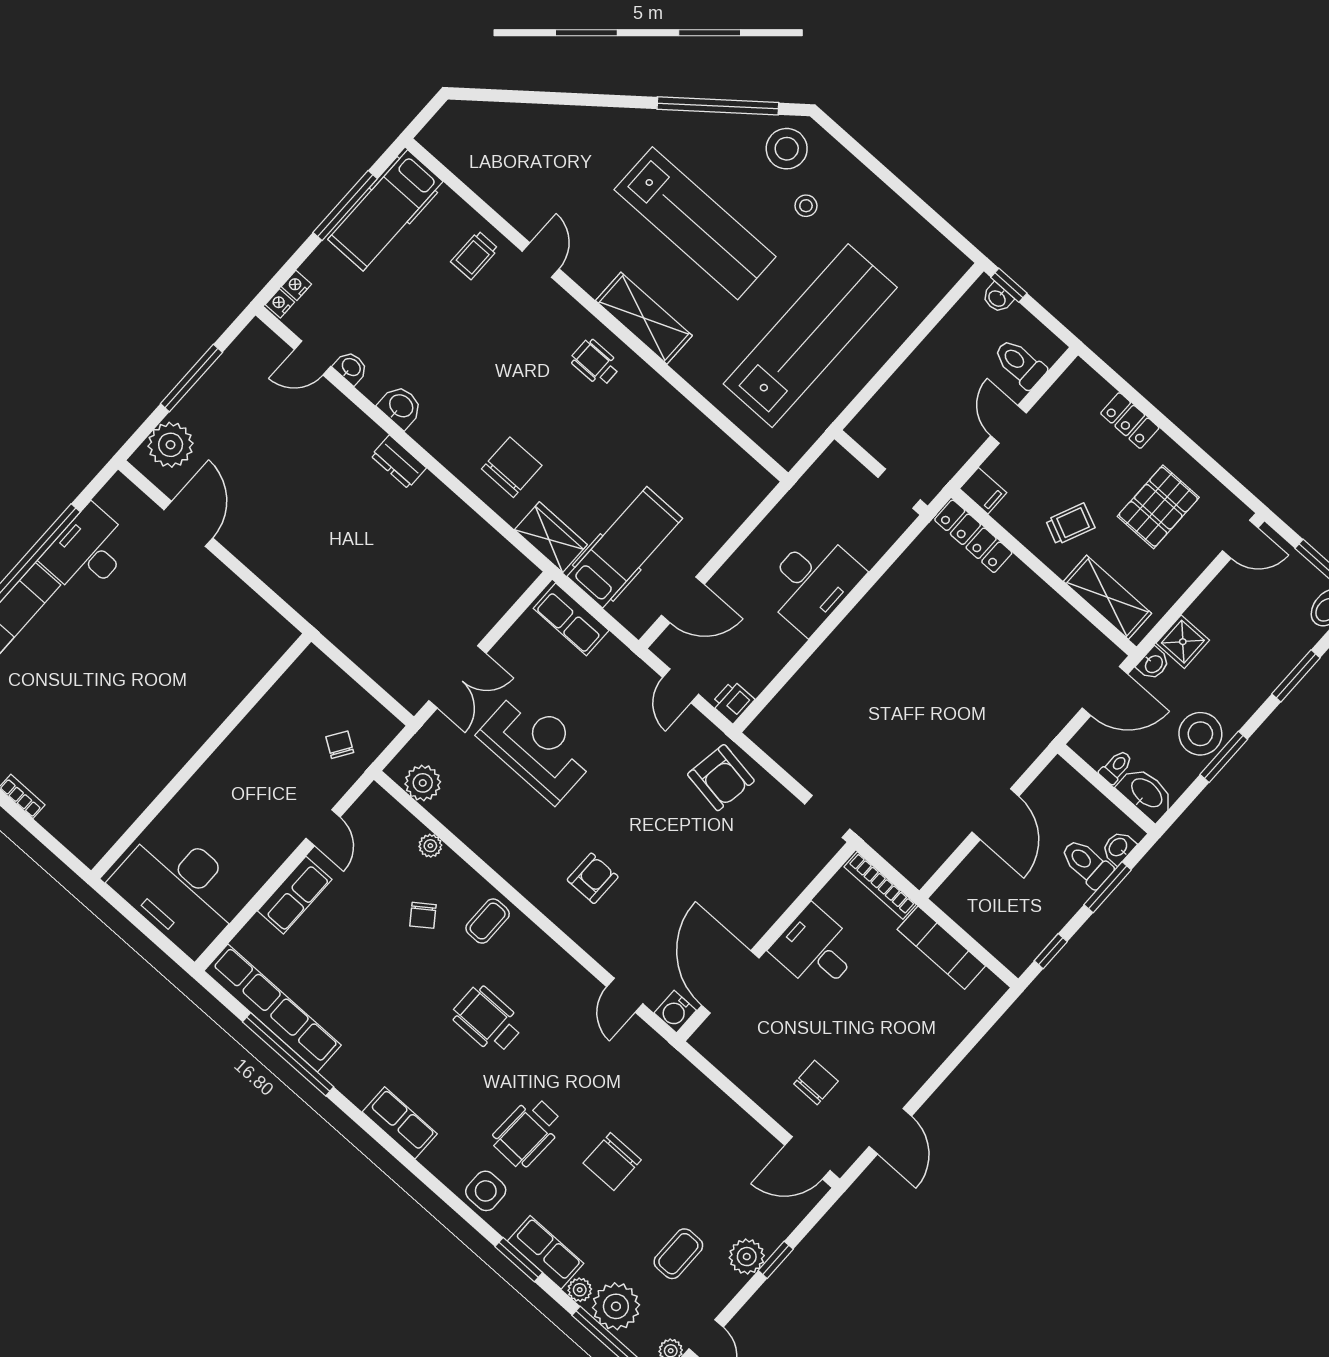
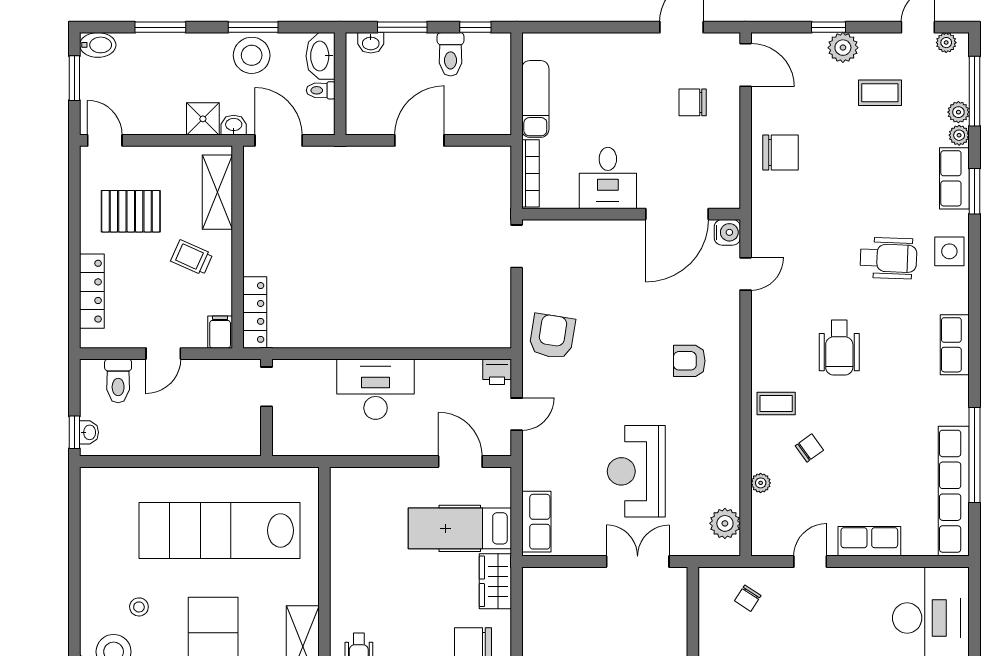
locker: (1130, 421) -> (92, 291), width x1.53
toilet: (1087, 863) -> (451, 54), moved
chair: (612, 1162) -> (781, 153), moved
plant: (616, 1306) -> (958, 112), width x0.53, depth x0.53

